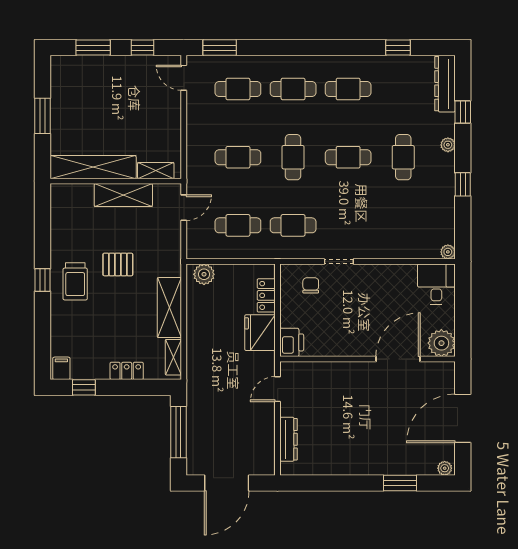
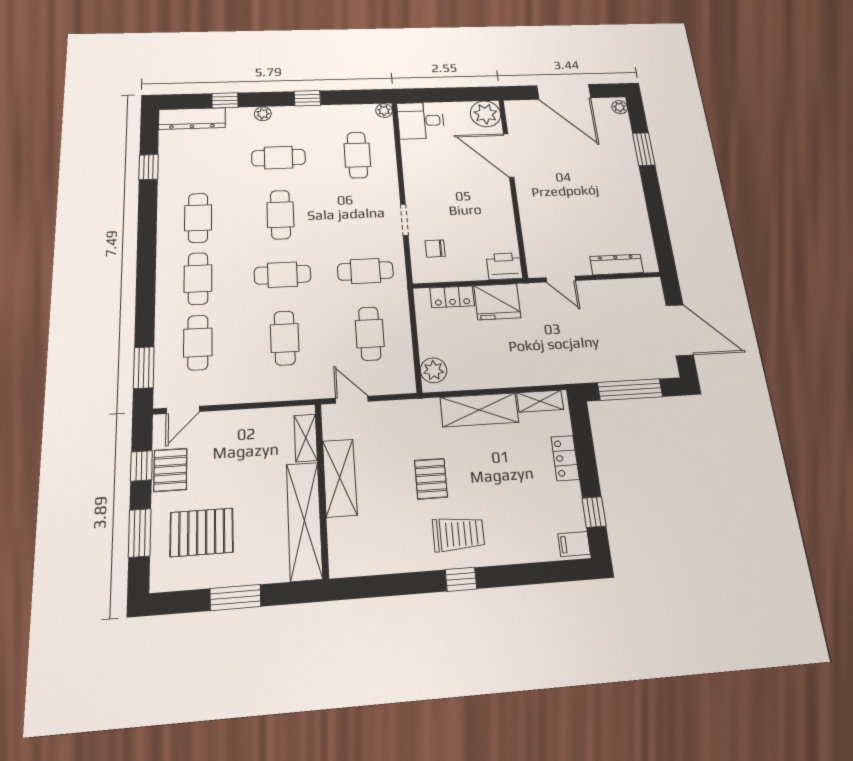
pallet: (138, 69) -> (170, 470), added
pallet: (90, 92) -> (202, 532), added
cafe table: (293, 225) -> (365, 271), turned 90
cafe table: (403, 225) -> (357, 155), added

